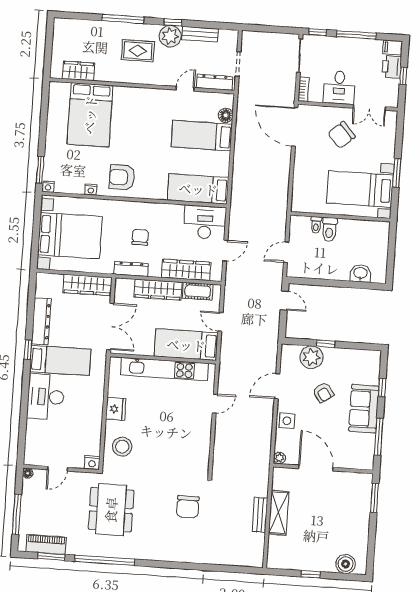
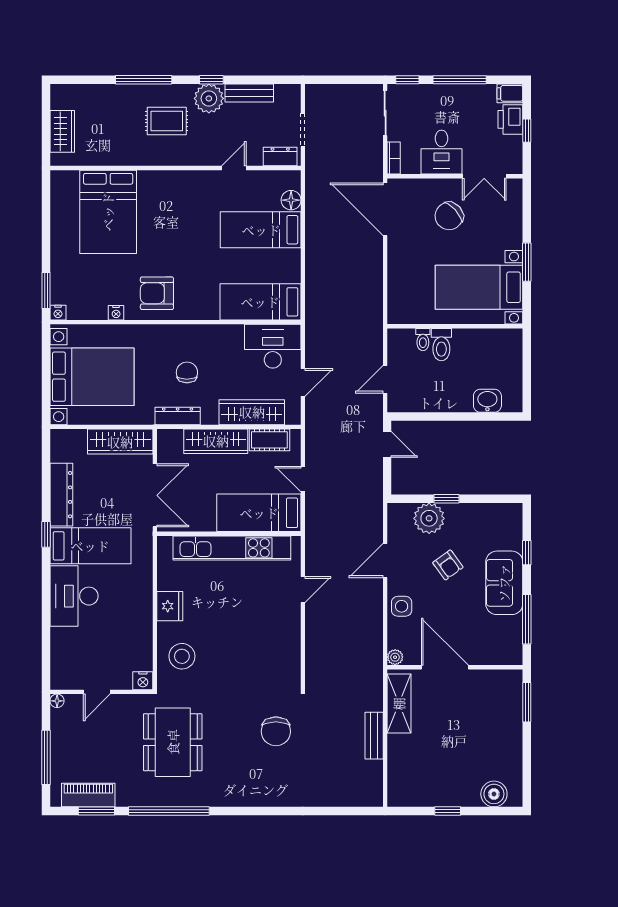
wardrobe: (78, 71) -> (62, 131), moved, turned 90
dresser: (214, 82) -> (280, 157), width x0.70
shelving: (279, 513) -> (399, 704), moved

